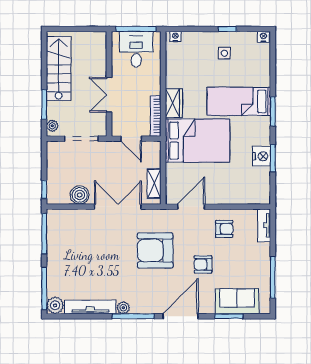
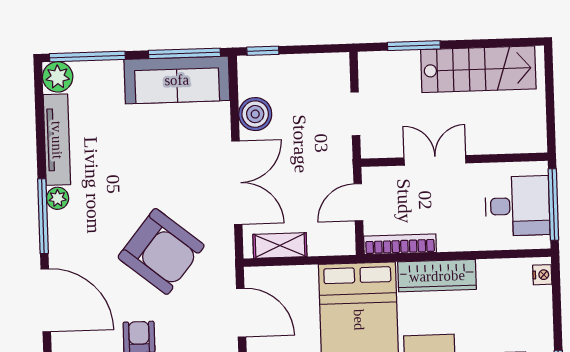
wardrobe: (174, 103) -> (437, 276), width x1.50
plant: (52, 126) -> (376, 61), removed
doorway: (81, 139) -> (355, 114), width x0.73
sofa: (59, 238) -> (177, 80), added
armchair: (155, 250) -> (161, 251), turned 129

